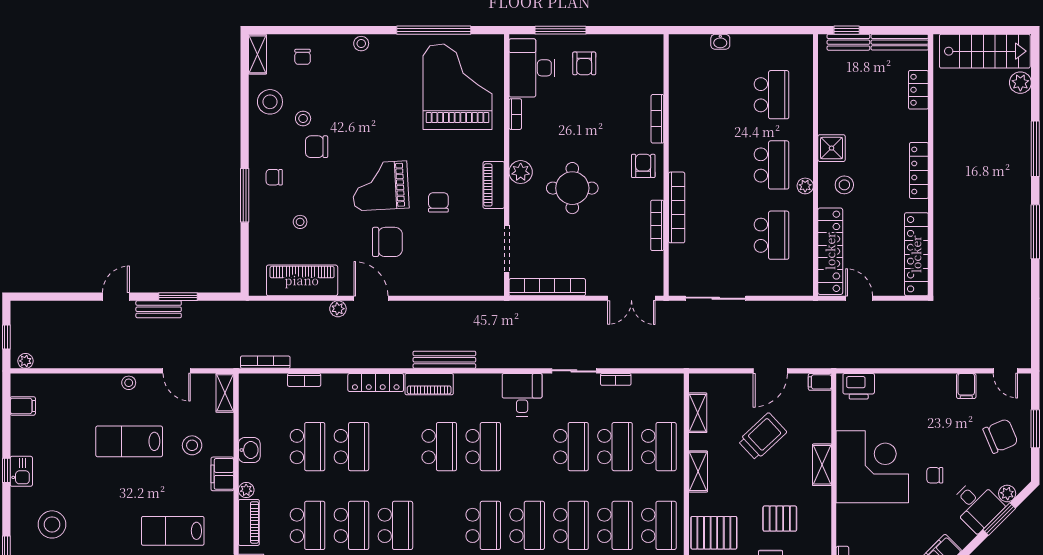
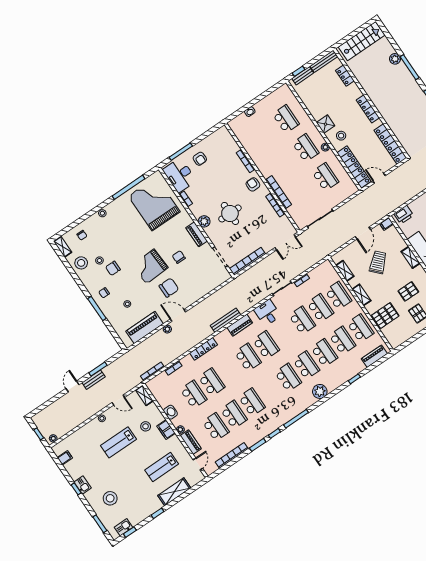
plant: (1020, 83) -> (395, 59), moved
piano: (429, 384) -> (240, 325), moved

